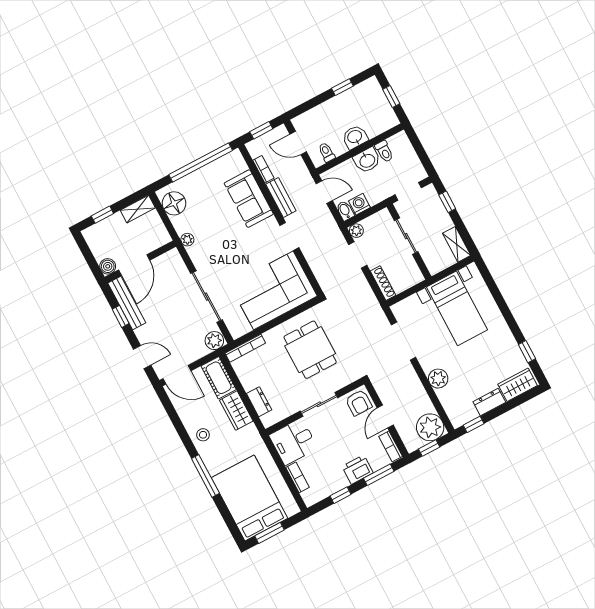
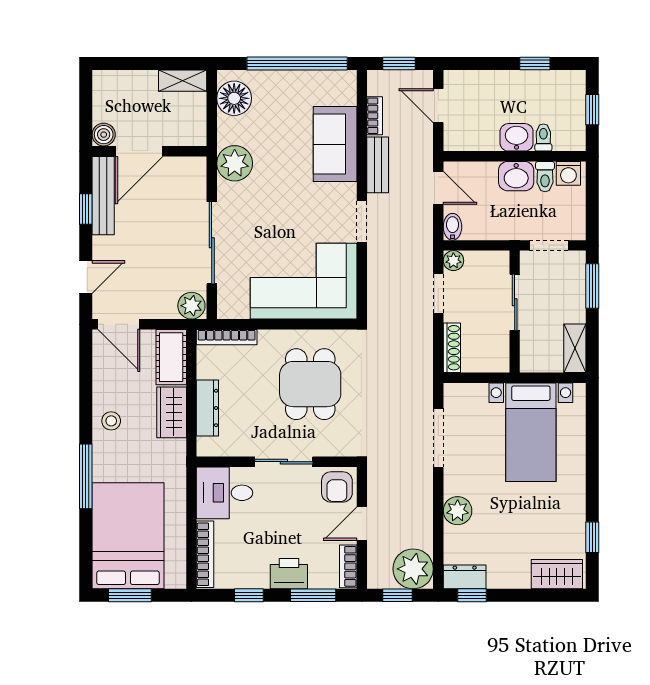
toilet: (327, 152) -> (543, 138), moved
window: (447, 202) -> (592, 286), width x1.50
washing machine: (359, 204) -> (568, 173), moved, turned 180
window: (102, 215) -> (133, 63), removed
plant: (187, 240) -> (235, 163), width x1.87, depth x1.87
door: (142, 357) -> (86, 277), hinge flipped
dresser: (259, 402) -> (207, 408), width x1.44
dresser: (489, 402) -> (465, 577), moved
bookcase: (297, 477) -> (205, 554), width x1.56

